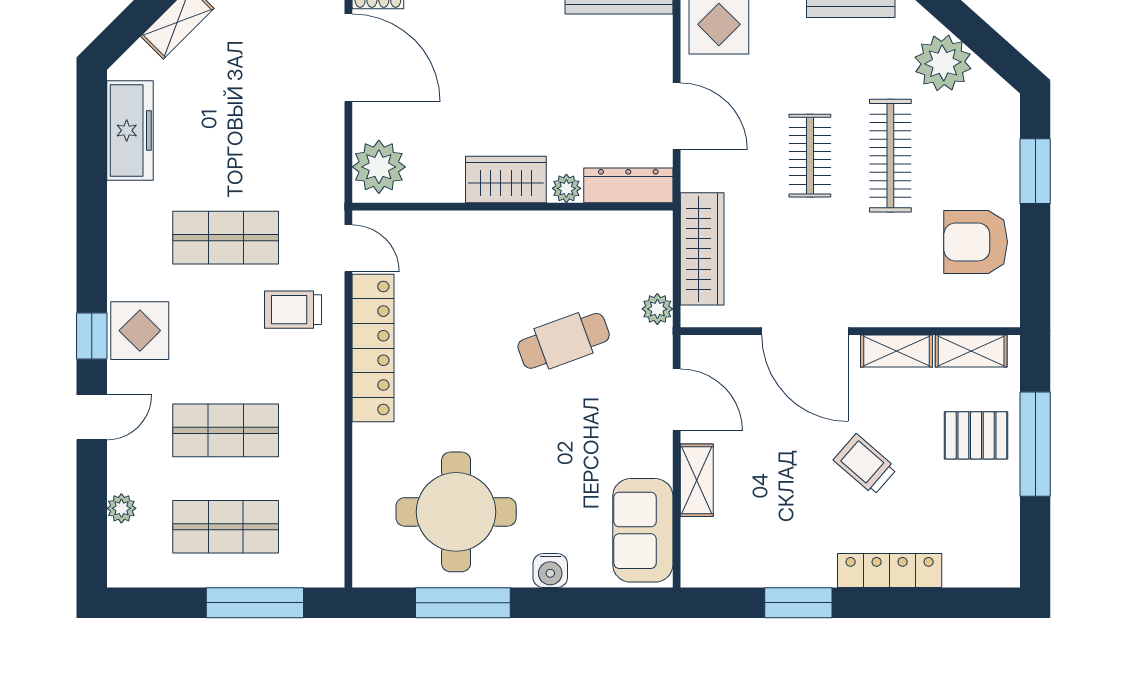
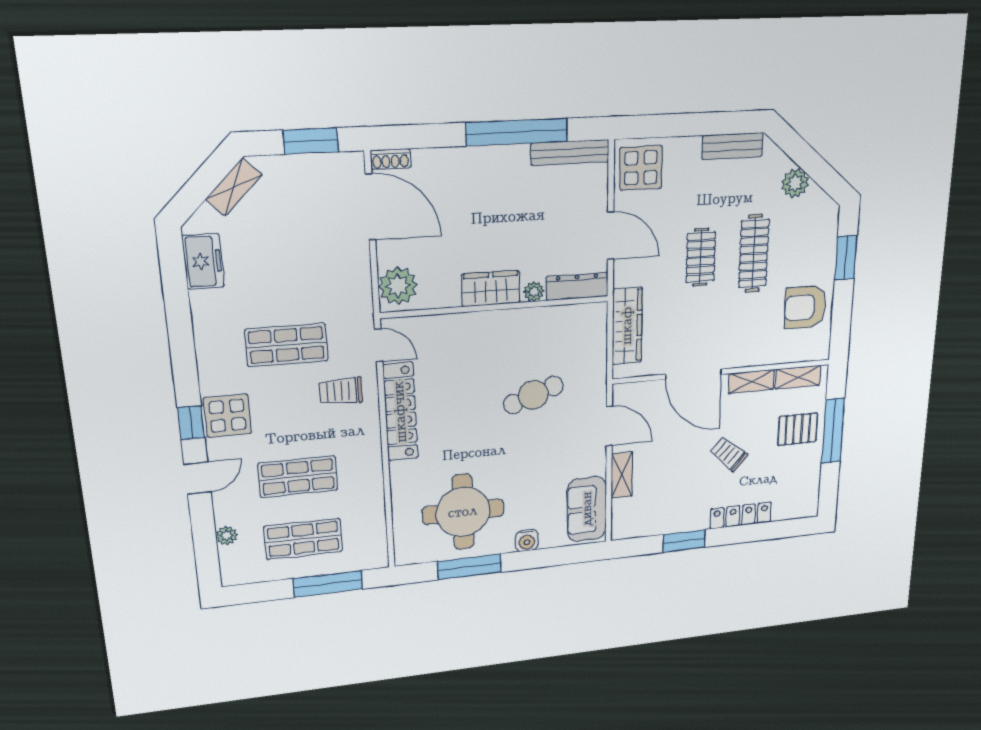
plant: (943, 63) -> (795, 183), width x0.73, depth x0.73
freezer: (130, 130) -> (203, 261), width x0.71
plant: (657, 309) -> (597, 368), removed

